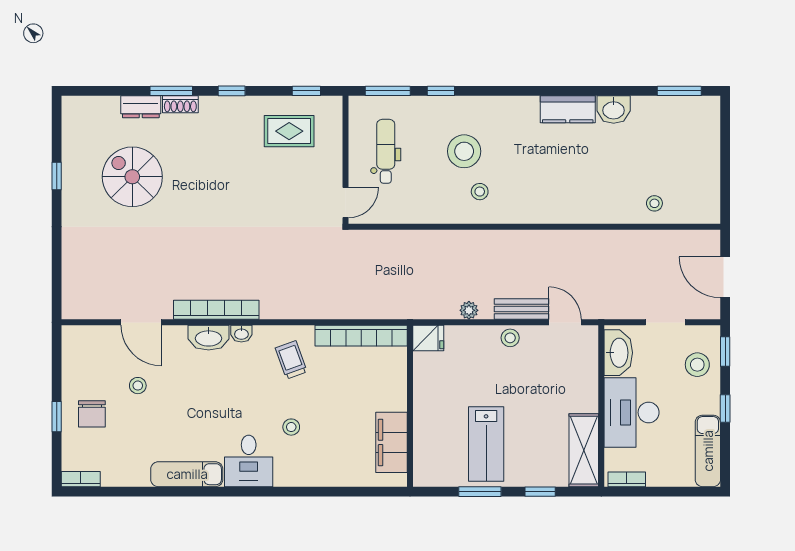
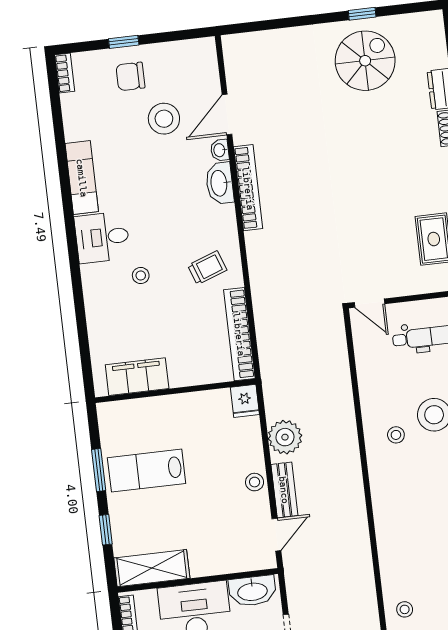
spiral stairs: (132, 177) -> (365, 61), moved
plant: (469, 310) -> (285, 437), width x1.88, depth x1.88
washbasin: (241, 334) -> (220, 150), moved
stool: (138, 386) -> (164, 119), width x1.89, depth x1.89

